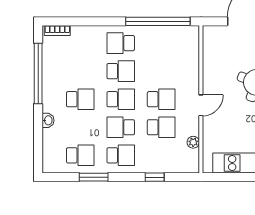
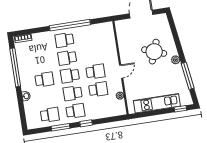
window: (158, 21) -> (70, 25), moved
school desk: (121, 71) -> (67, 58), turned 180
school desk: (121, 99) -> (70, 75), turned 180
window: (155, 177) -> (86, 123), moved

